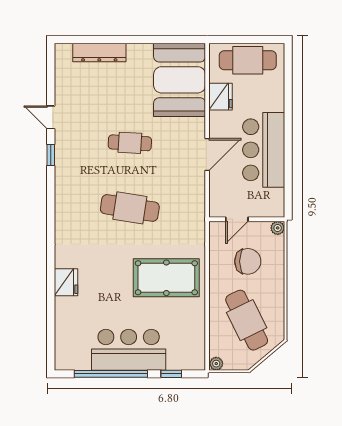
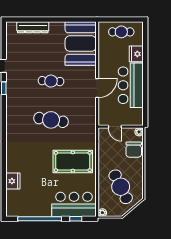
cafe table: (248, 60) -> (121, 32), width x0.73, depth x0.74
fridge: (221, 97) -> (136, 54), moved, turned 180
door: (237, 219) -> (115, 127), hinge flipped
chair: (248, 261) -> (134, 150), moved, turned 90
fridge: (66, 282) -> (13, 181), moved
bar counter: (129, 350) -> (74, 204), moved

